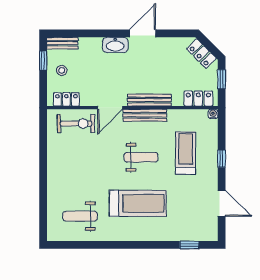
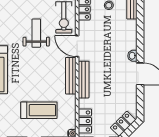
washbasin: (115, 45) -> (132, 56), width x0.52, depth x0.69
weight bench: (141, 157) -> (36, 33), moved, turned 180

